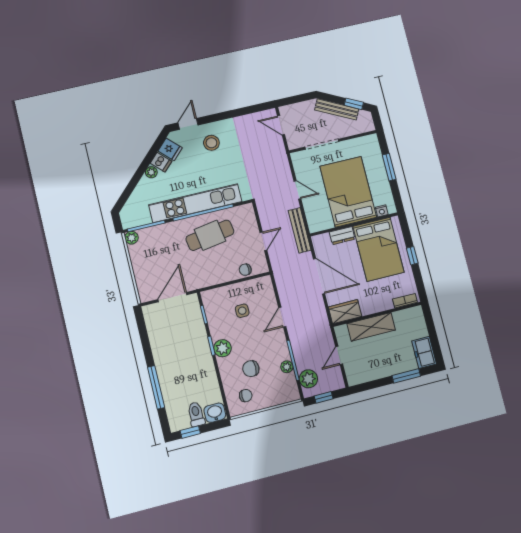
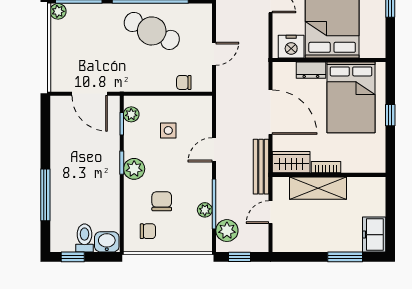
nightstand: (382, 211) -> (291, 47), moved, width x1.89, depth x1.79
bench: (300, 230) -> (261, 167), moved
cafe table: (210, 235) -> (152, 31), turned 35
door: (172, 297) -> (90, 94), swing flipped
bookcase: (405, 301) -> (326, 167), moved
plant: (210, 305) -> (131, 114), added
chair: (251, 369) -> (162, 201), turned 90

